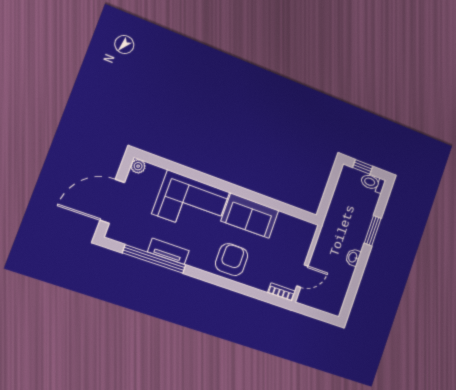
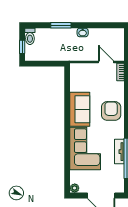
armchair: (232, 260) -> (111, 111), turned 90

